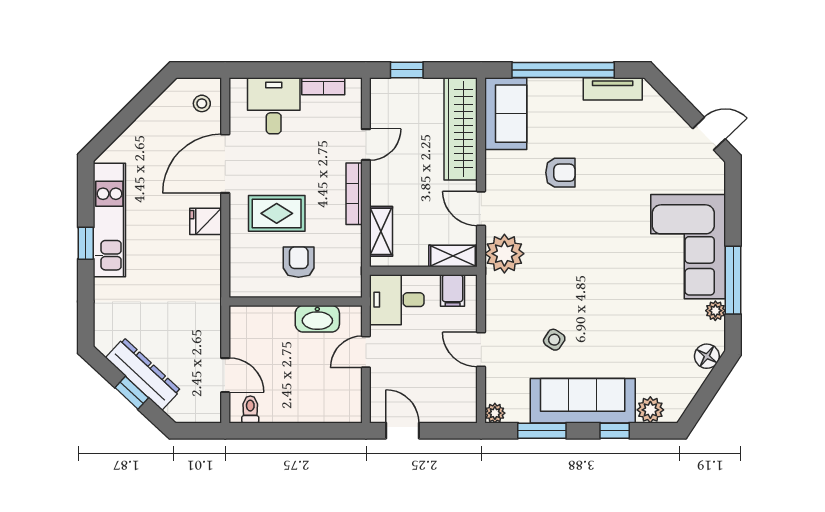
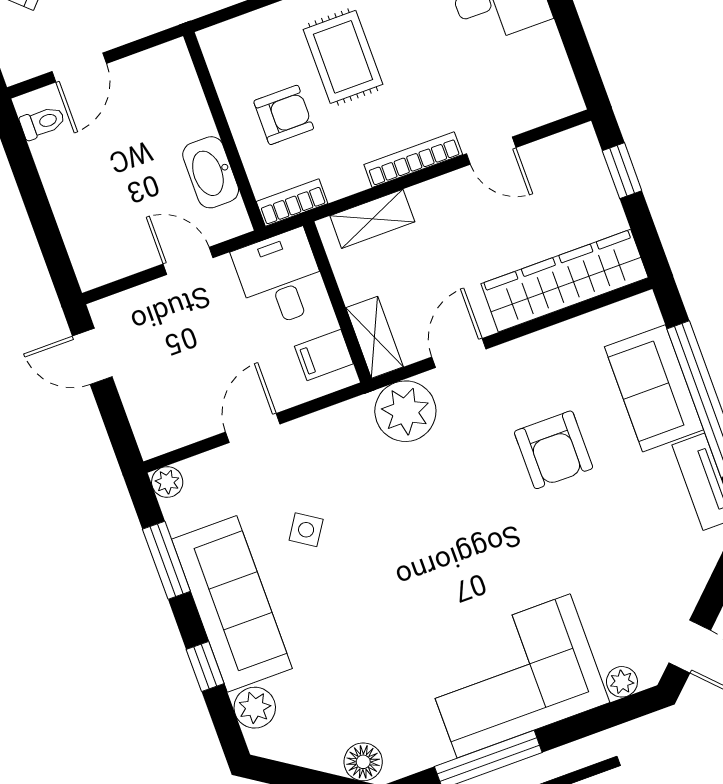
bookcase: (323, 86) -> (292, 203), moved, turned 90
sofa: (506, 114) -> (654, 388), moved, turned 90
armchair: (560, 173) -> (554, 450), width x1.38, depth x1.38
plant: (715, 311) -> (622, 682), moved
door: (403, 431) -> (92, 356), swing flipped

